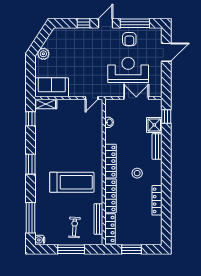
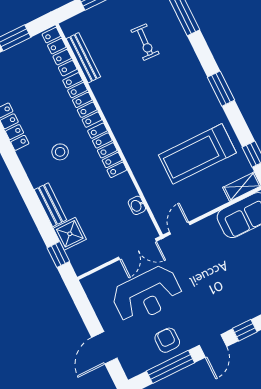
double door: (136, 98) -> (137, 249), moved
treadmill: (72, 182) -> (197, 154), moved
exercise bike: (74, 227) -> (145, 42), moved

